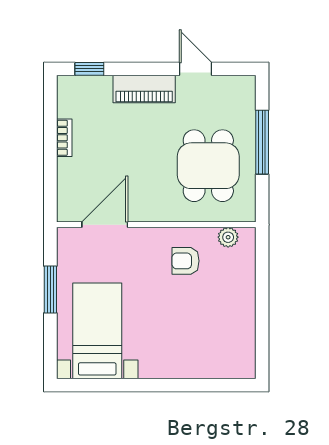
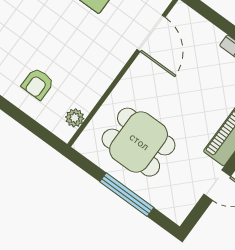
armchair: (186, 261) -> (38, 84), moved, turned 180

